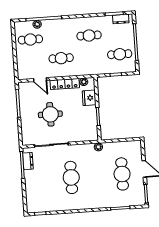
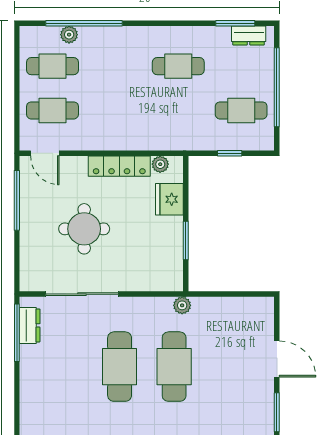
cafe table: (61, 58) -> (52, 110), moved
door: (40, 80) -> (45, 153), moved
cafe table: (122, 174) -> (174, 367), moved

